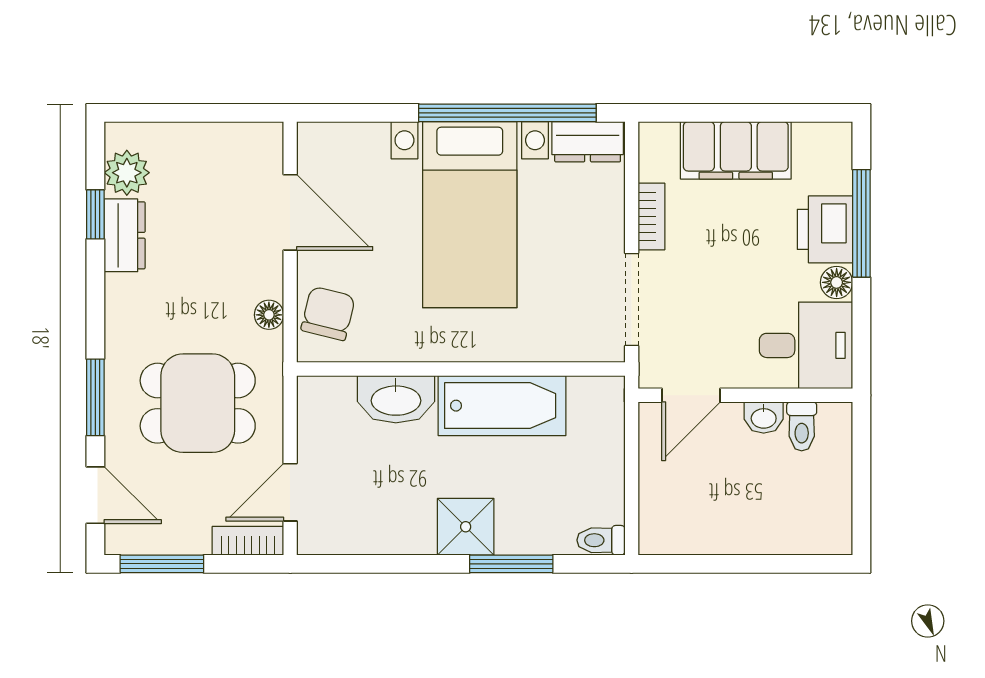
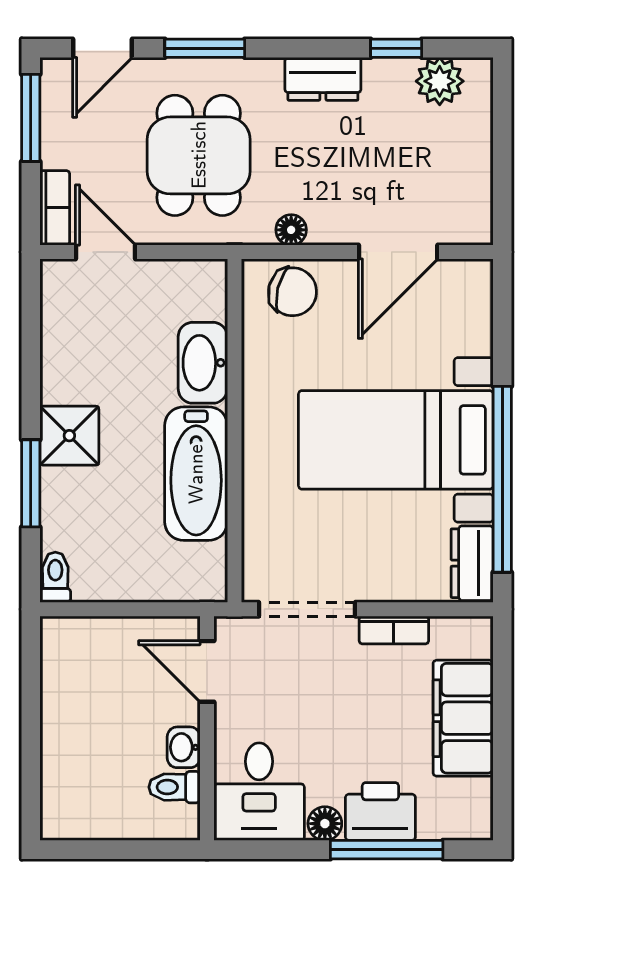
dresser: (125, 235) -> (323, 79), moved

